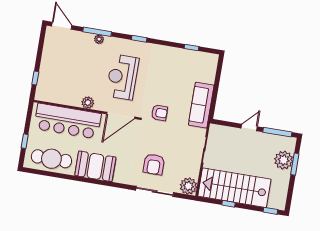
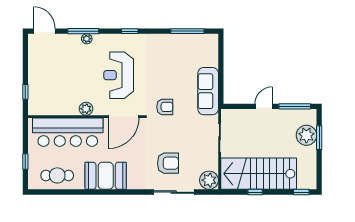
window: (191, 47) -> (187, 31), width x2.17
cafe table: (51, 159) -> (57, 175), width x0.73, depth x0.74
armchair: (154, 164) -> (168, 163), turned -90

